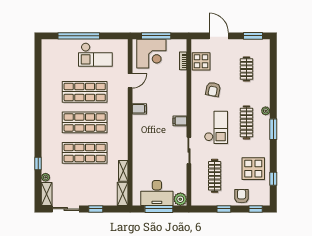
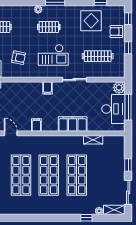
clothes rail: (247, 122) -> (49, 27), width x0.73
checkout: (216, 127) -> (53, 55), turned 180
filing cabinet: (140, 148) -> (73, 124), added
shelving: (123, 194) -> (114, 140), removed

